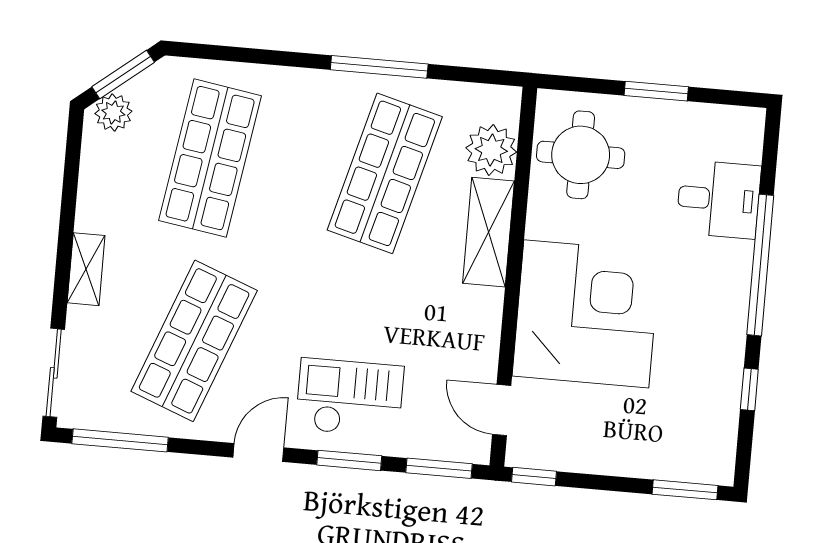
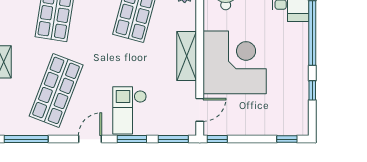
shelving: (489, 232) -> (187, 56), moved
checkout: (350, 398) -> (130, 110), turned -90
door: (502, 410) -> (200, 110), swing flipped
window: (685, 490) -> (287, 139), width x0.67

